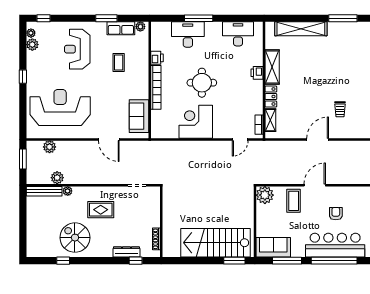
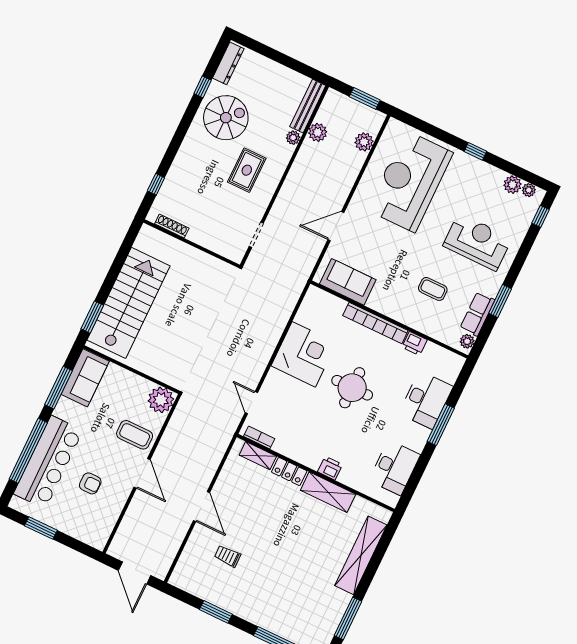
reception desk: (60, 107) -> (410, 181), turned 180
dresser: (126, 252) -> (228, 63), moved

